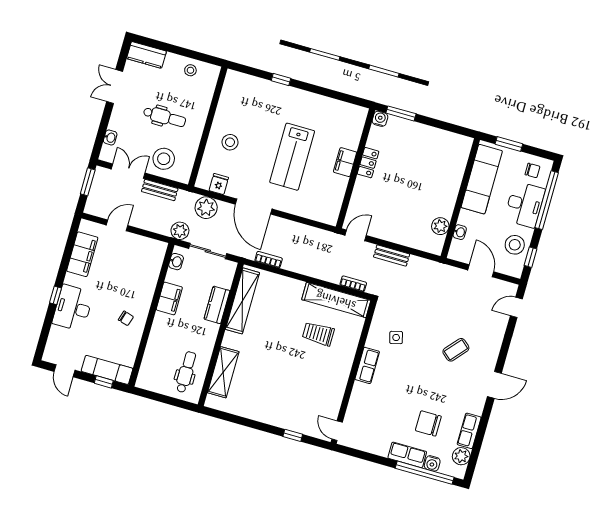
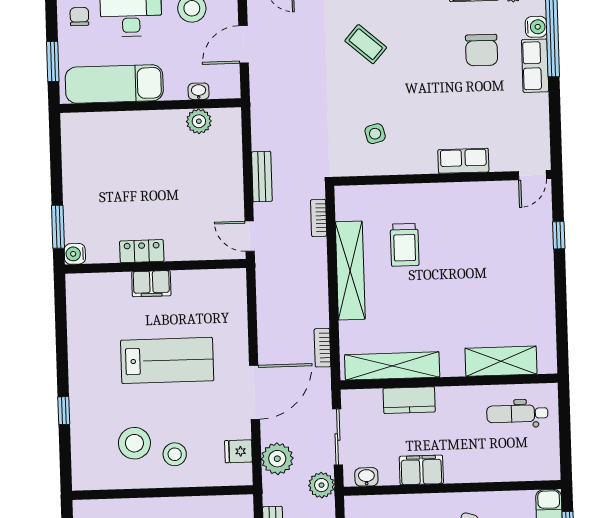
stool: (245, 118) -> (134, 443), added
shelving: (336, 300) -> (350, 271), moved
row of seats: (367, 365) -> (463, 161), moved

